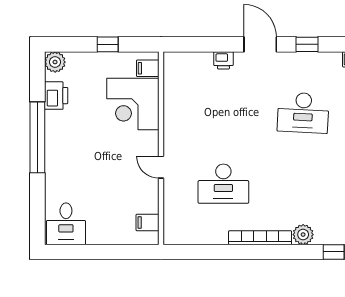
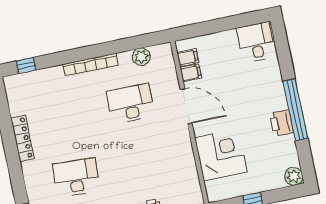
filing cabinet: (148, 68) -> (191, 73), moved
printer: (56, 96) -> (282, 123), moved
door: (161, 167) -> (186, 106), width x1.87
plant: (303, 235) -> (141, 57), moved

